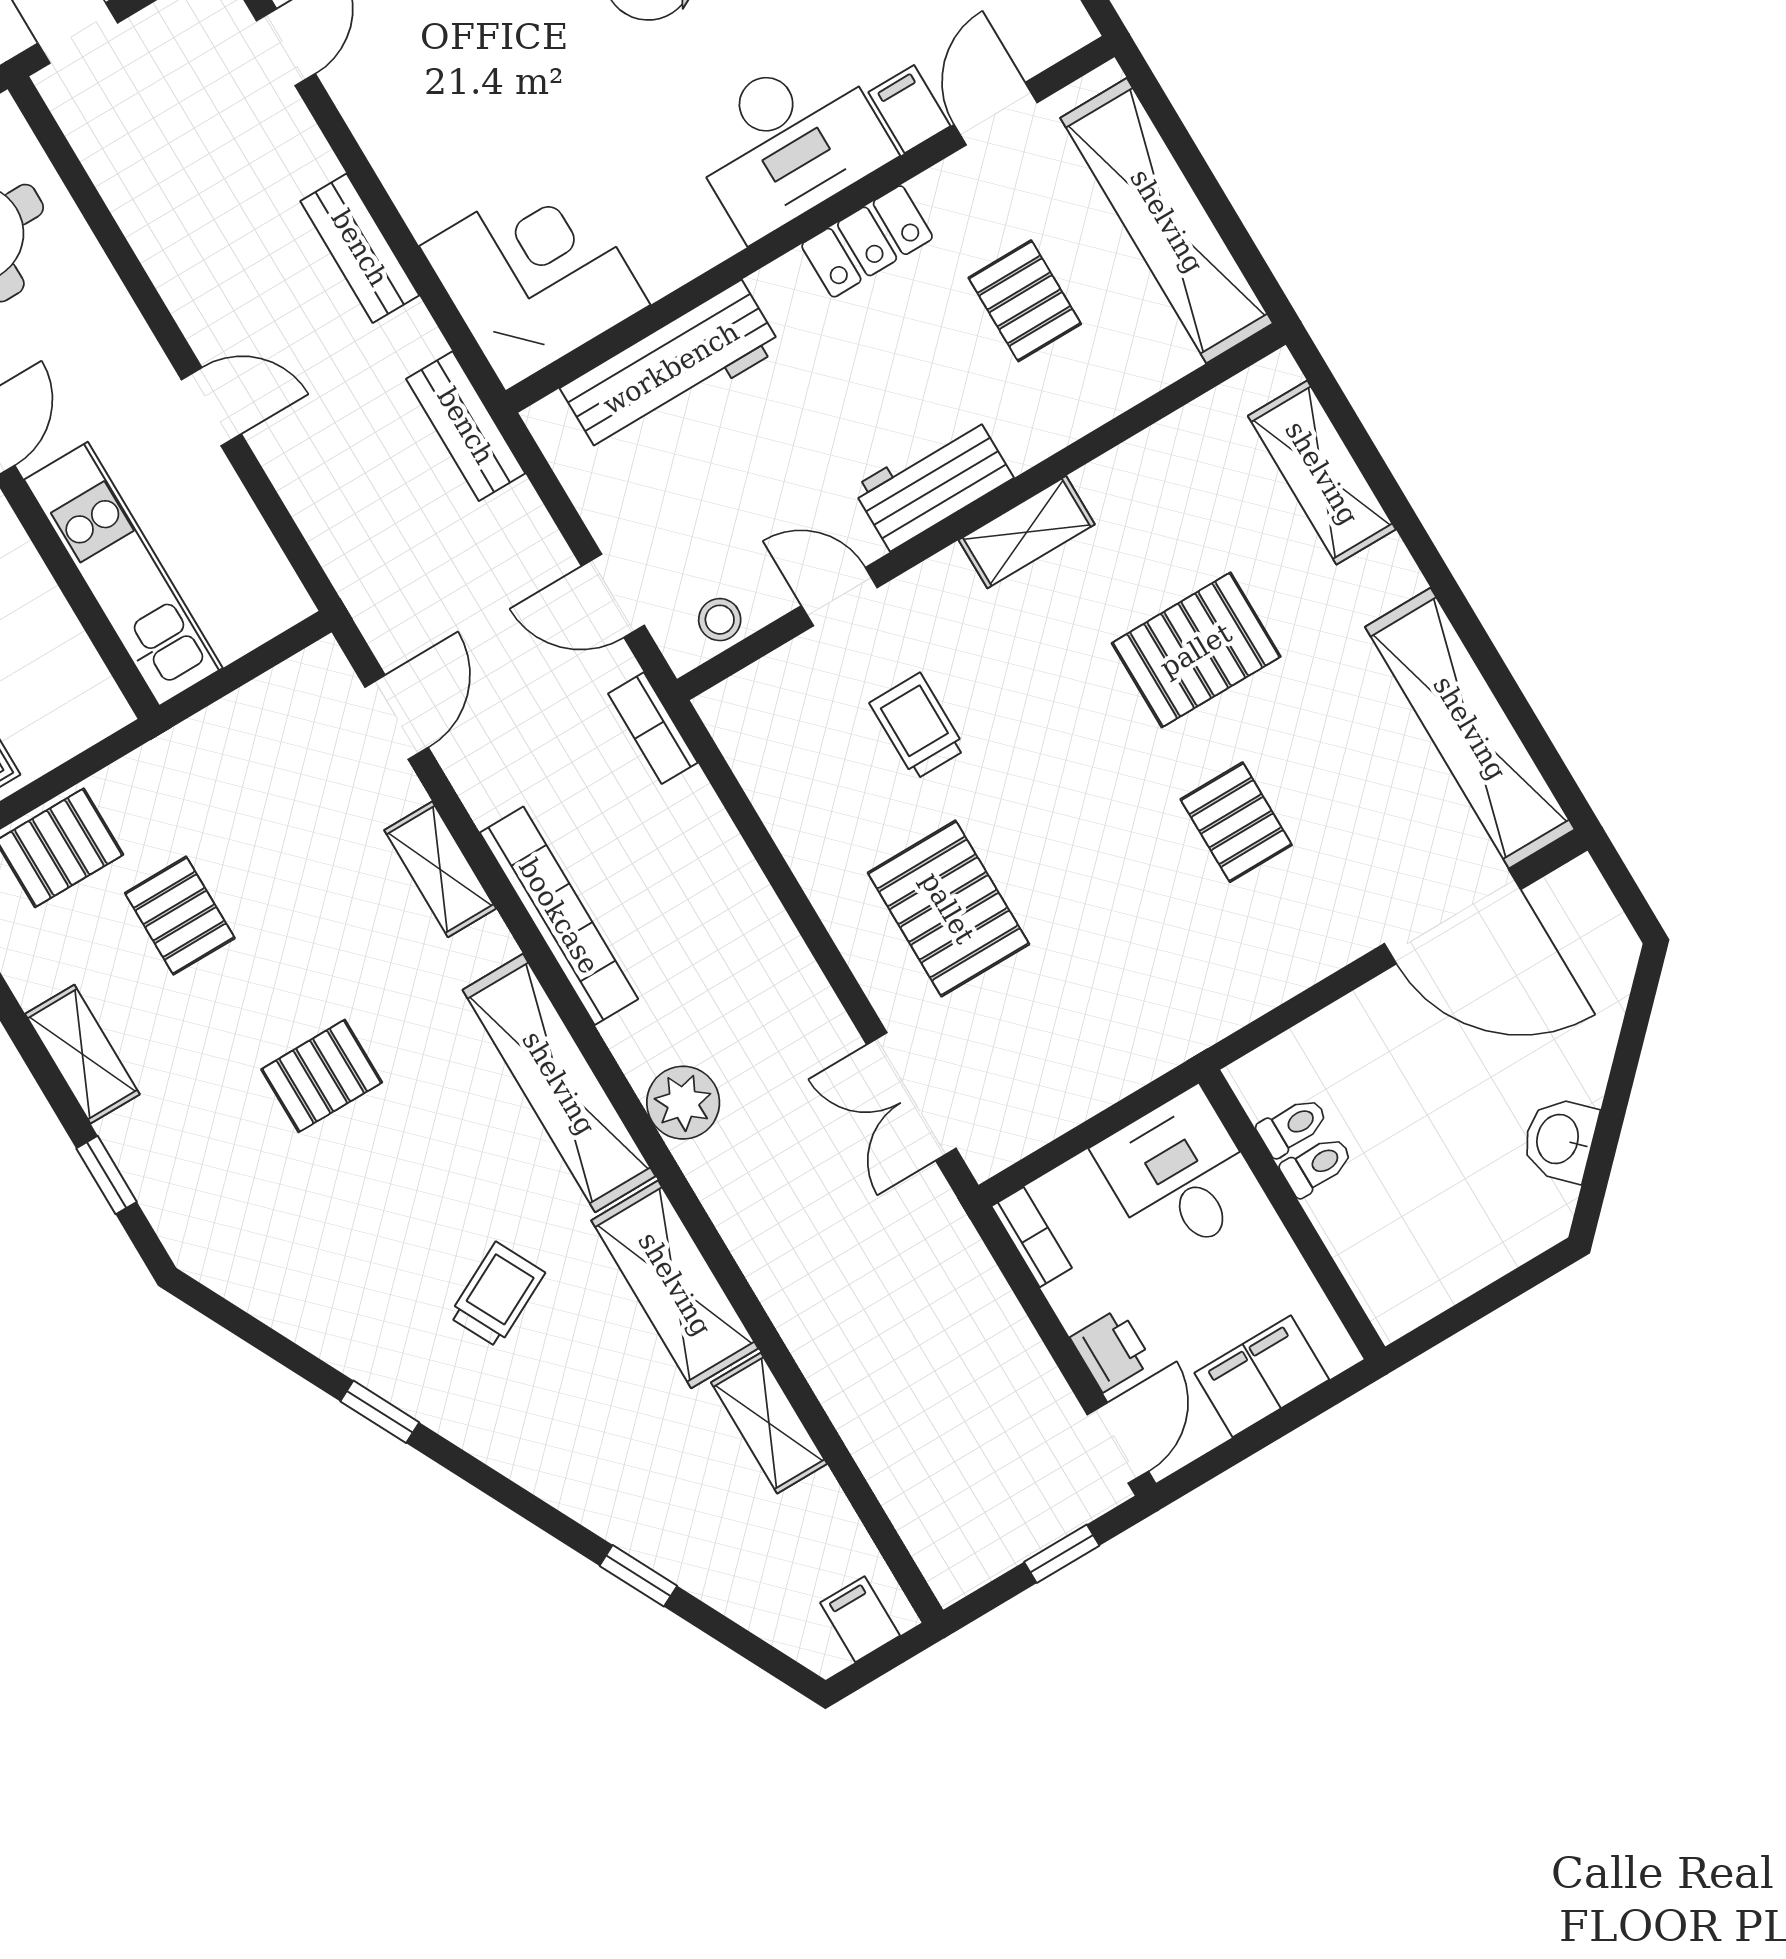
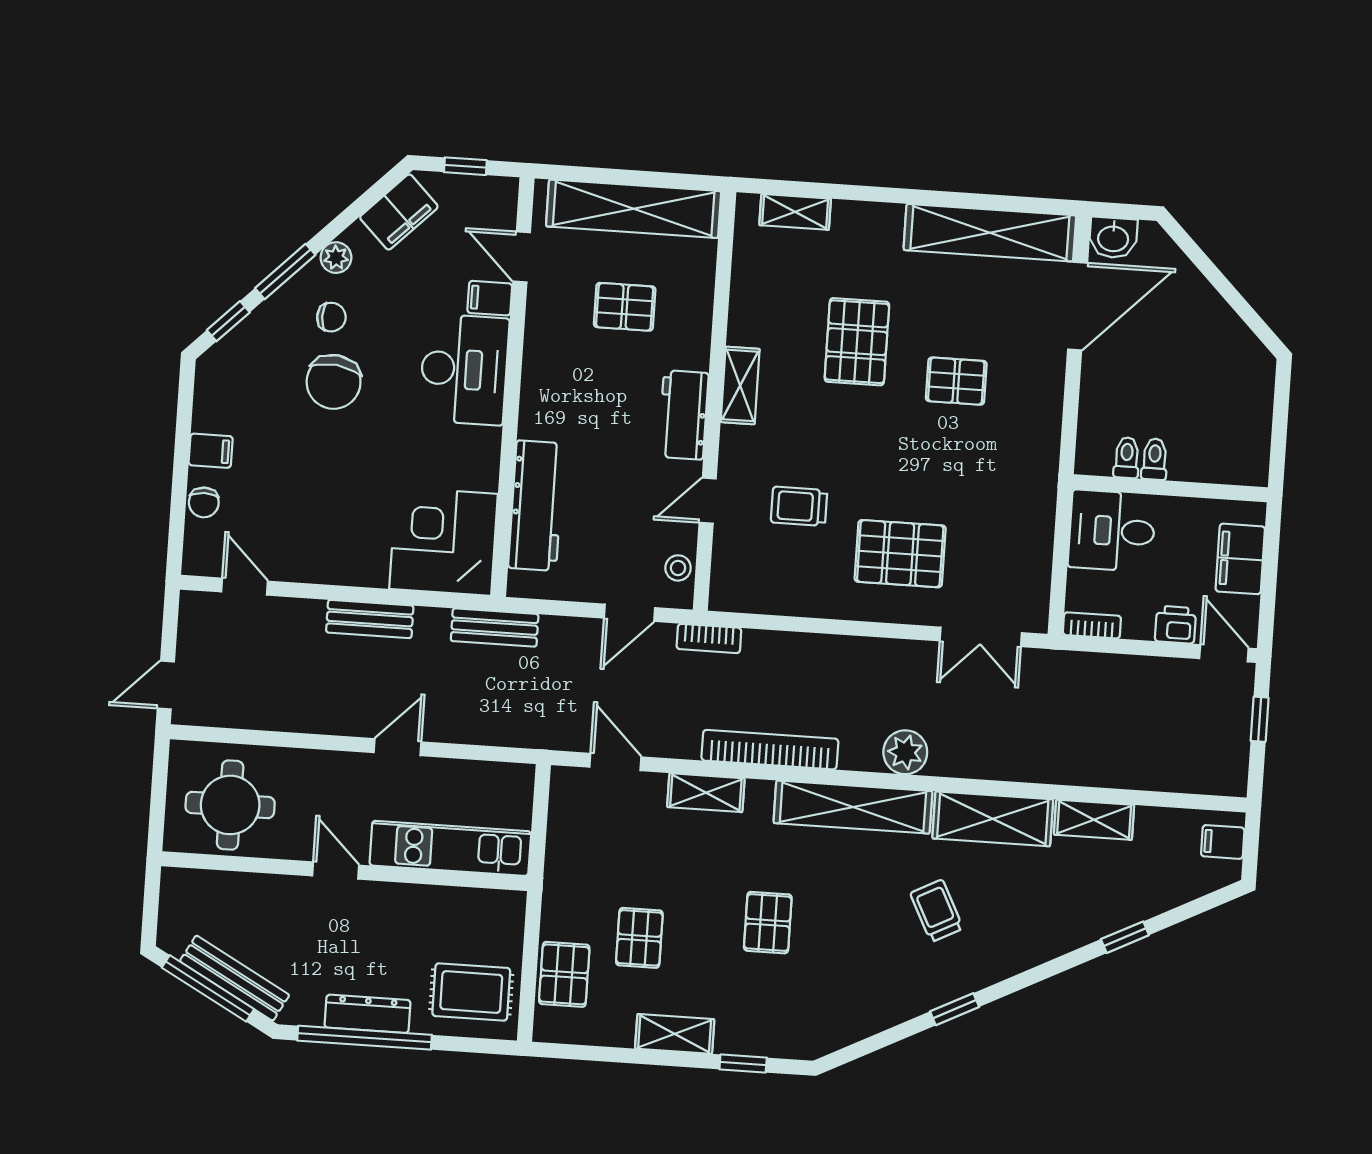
locker: (867, 241) -> (541, 365), removed
shelving: (1322, 473) -> (795, 212), width x0.67, depth x0.75
pallet: (180, 916) -> (639, 938), turned 90
washbasin: (1559, 1139) -> (1113, 238), moved, turned -45

